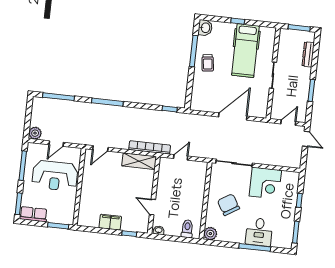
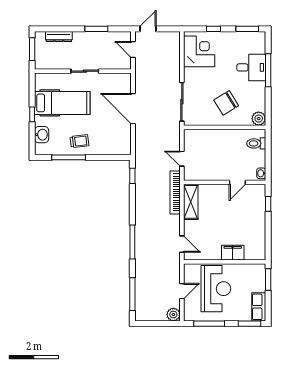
washbasin: (205, 28) -> (42, 135), moved, turned 90
door: (56, 144) -> (182, 291), hinge flipped
corner desk: (265, 183) -> (199, 51), moved
filing cabinet: (110, 222) -> (233, 253), moved, turned 90

